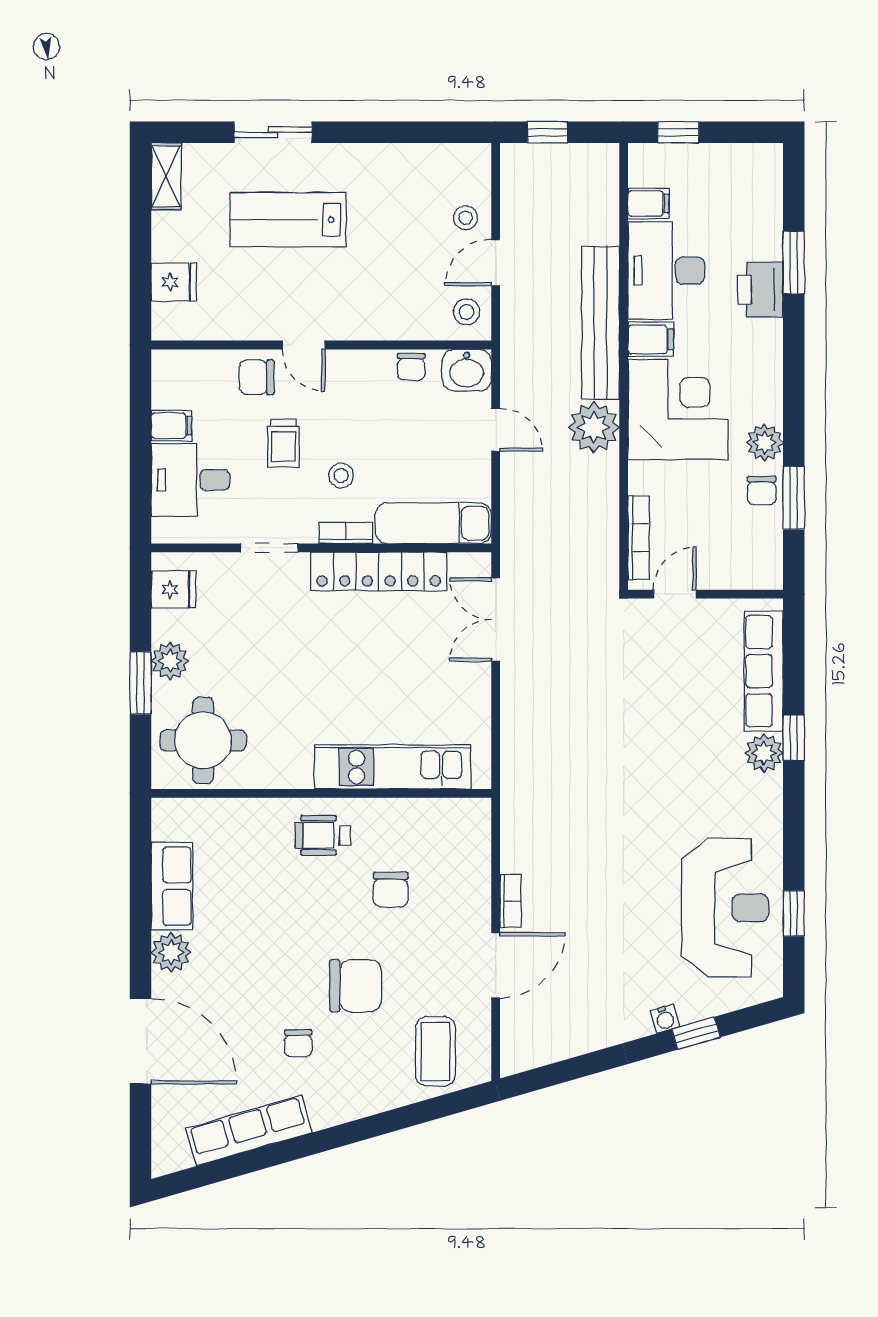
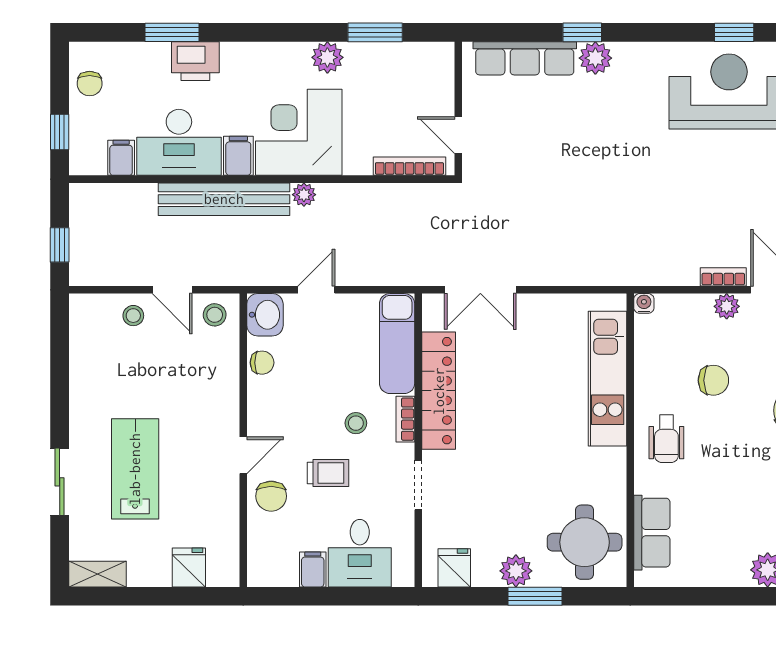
lab bench: (288, 220) -> (135, 469), turned 180
plant: (594, 427) -> (304, 195), width x0.53, depth x0.53
chair: (762, 491) -> (90, 84), moved, turned 90
water cooler: (480, 809) -> (644, 303), added
row of seats: (172, 886) -> (652, 533), moved, turned 90
plant: (476, 905) -> (727, 306), added

